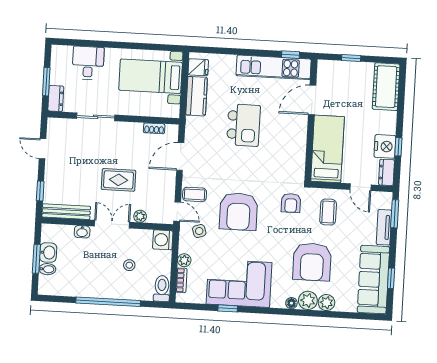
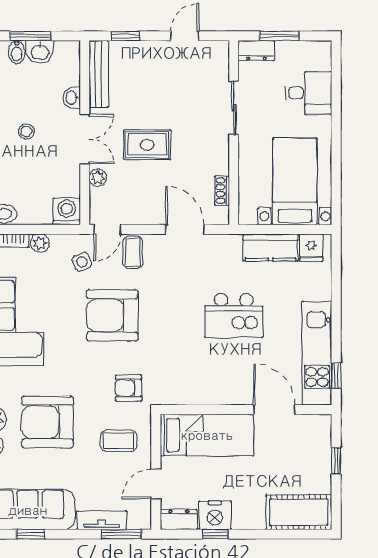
rug: (119, 180) -> (147, 145), turned 90
stool: (129, 265) -> (26, 131), moved

